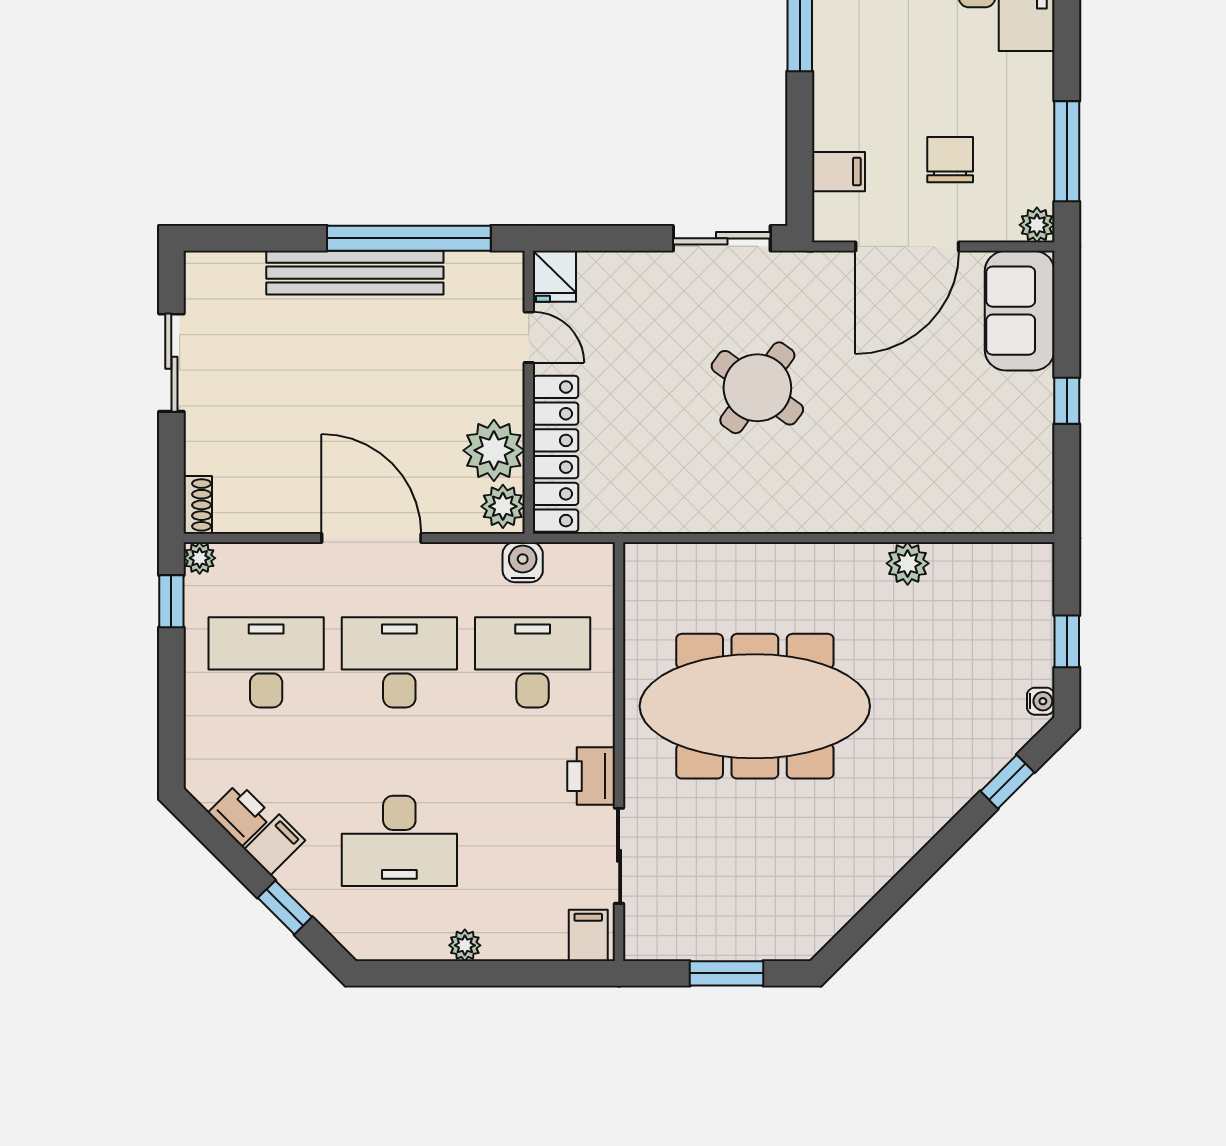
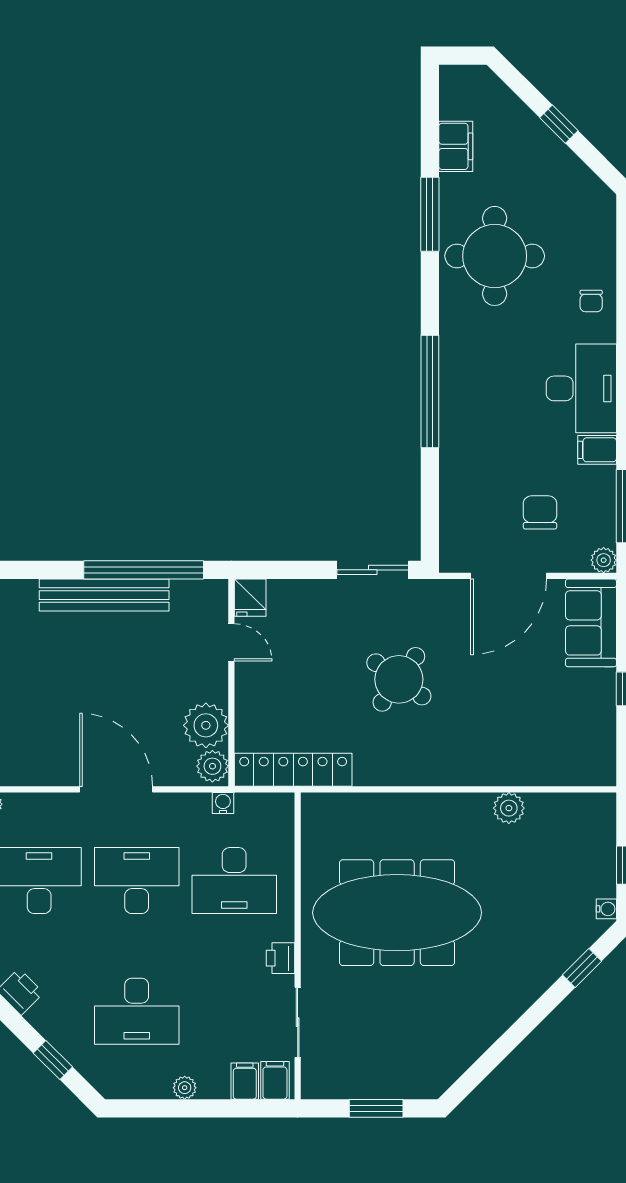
filing cabinet: (838, 172) -> (597, 450), moved, turned 180
locker: (555, 454) -> (293, 770), moved, turned -90
water cooler: (523, 562) -> (223, 803), width x0.72, depth x0.72
desk: (533, 662) -> (234, 881), turned 180
printer: (591, 776) -> (280, 958), width x0.73, depth x0.81
filing cabinet: (275, 845) -> (245, 1081), moved, turned -45

